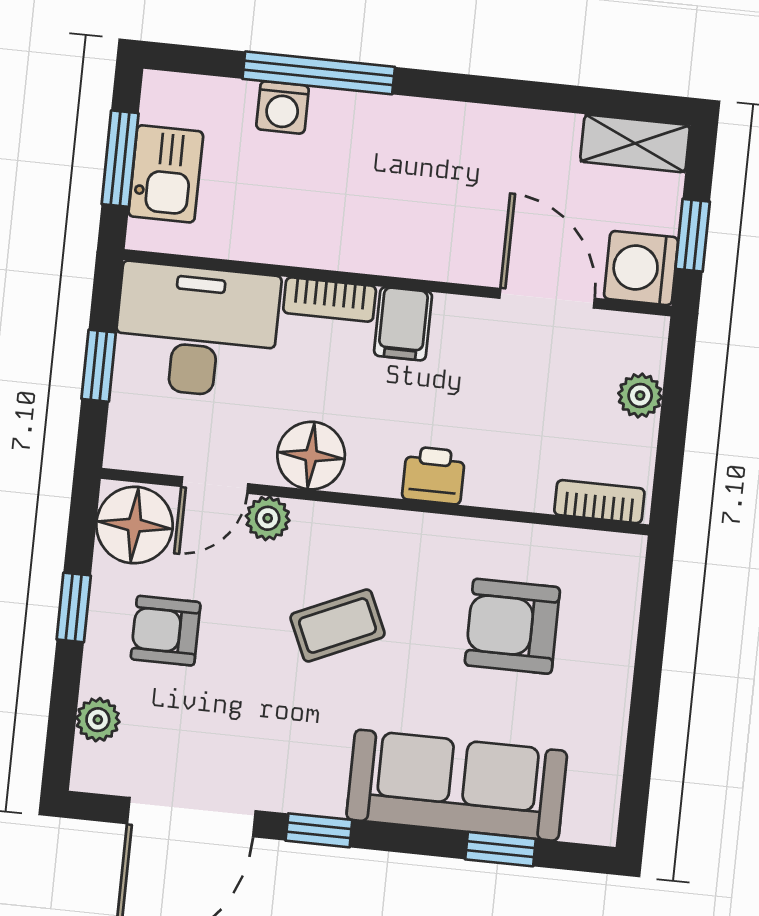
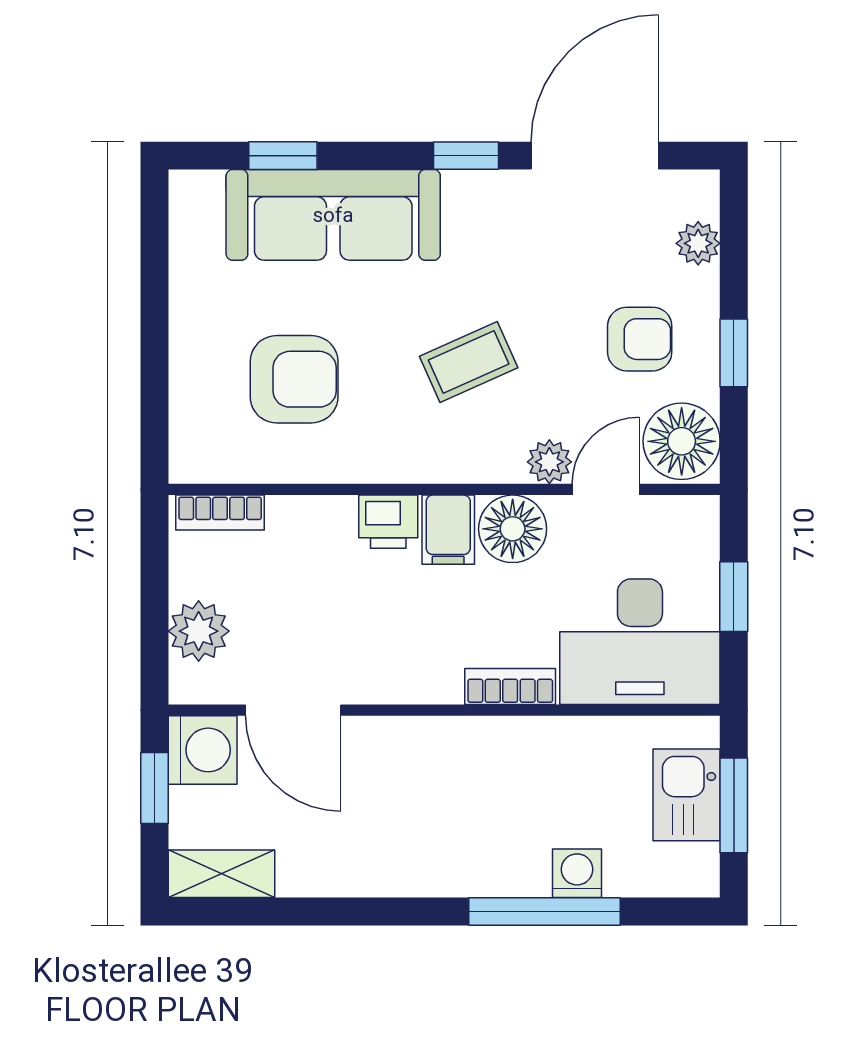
filing cabinet: (403, 324) -> (448, 530), moved, turned 180
plant: (640, 395) -> (199, 631), width x1.38, depth x1.38

